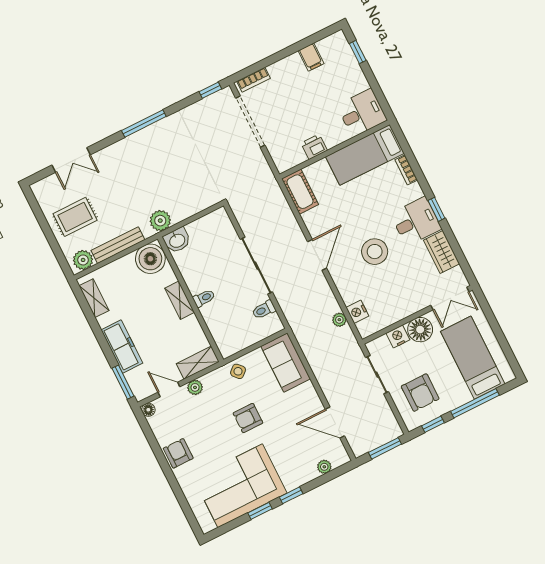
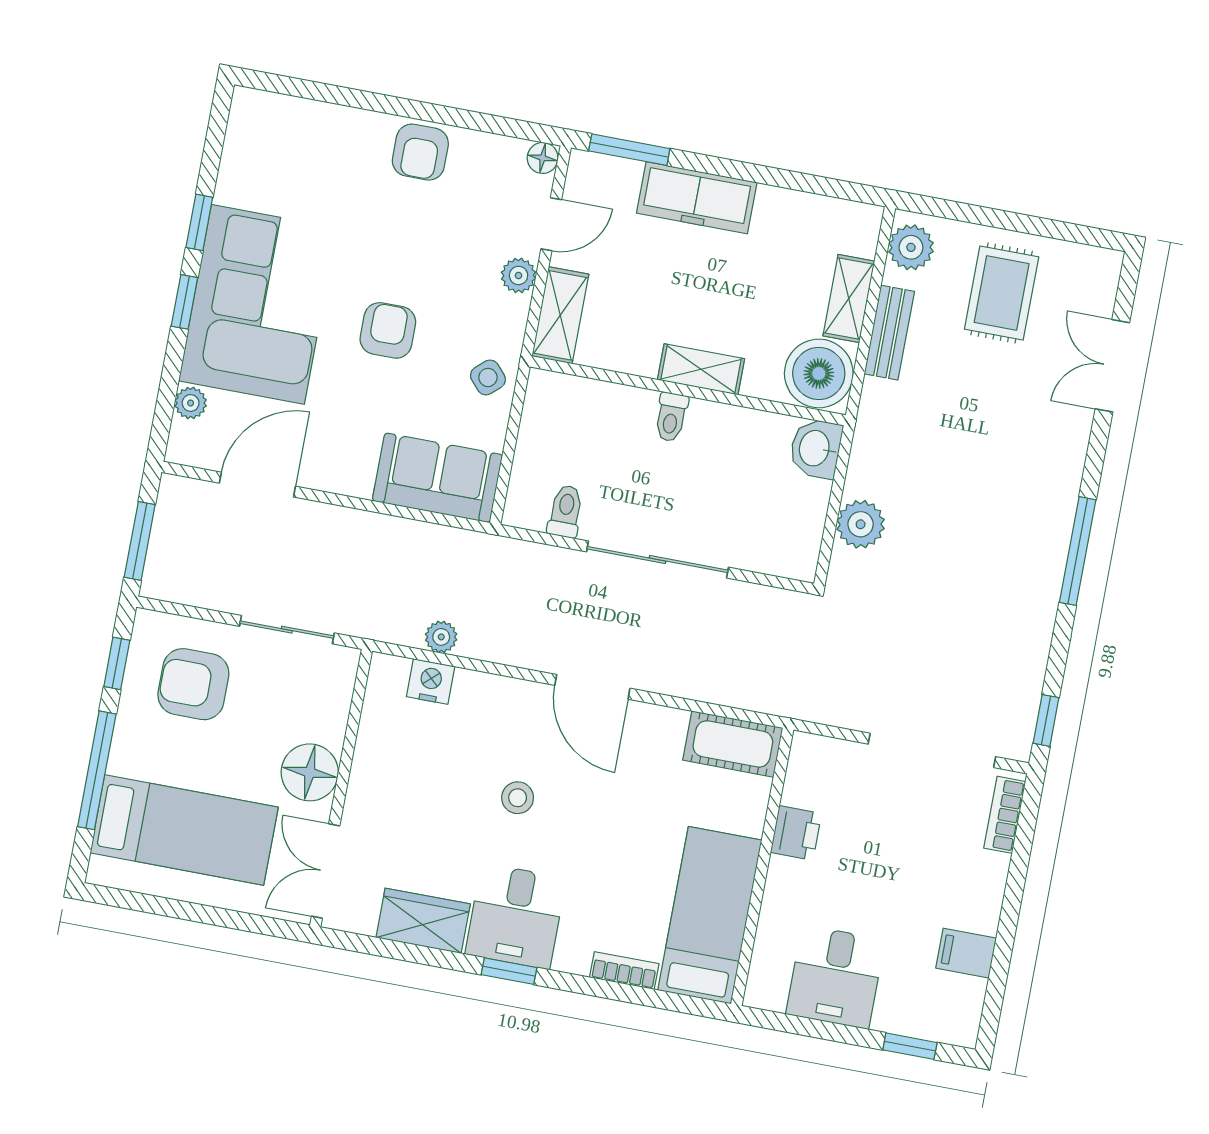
desk: (362, 113) -> (835, 977), moved
plant: (160, 221) -> (861, 524), moved
bench: (118, 245) -> (889, 333), width x0.73
stool: (375, 252) -> (518, 798), width x0.53, depth x0.53
shelving: (94, 298) -> (849, 299), moved, turned 90
nightstand: (398, 336) -> (328, 722), removed
armchair: (178, 453) -> (420, 152), turned 90
corner sofa: (240, 486) -> (258, 304), moved

